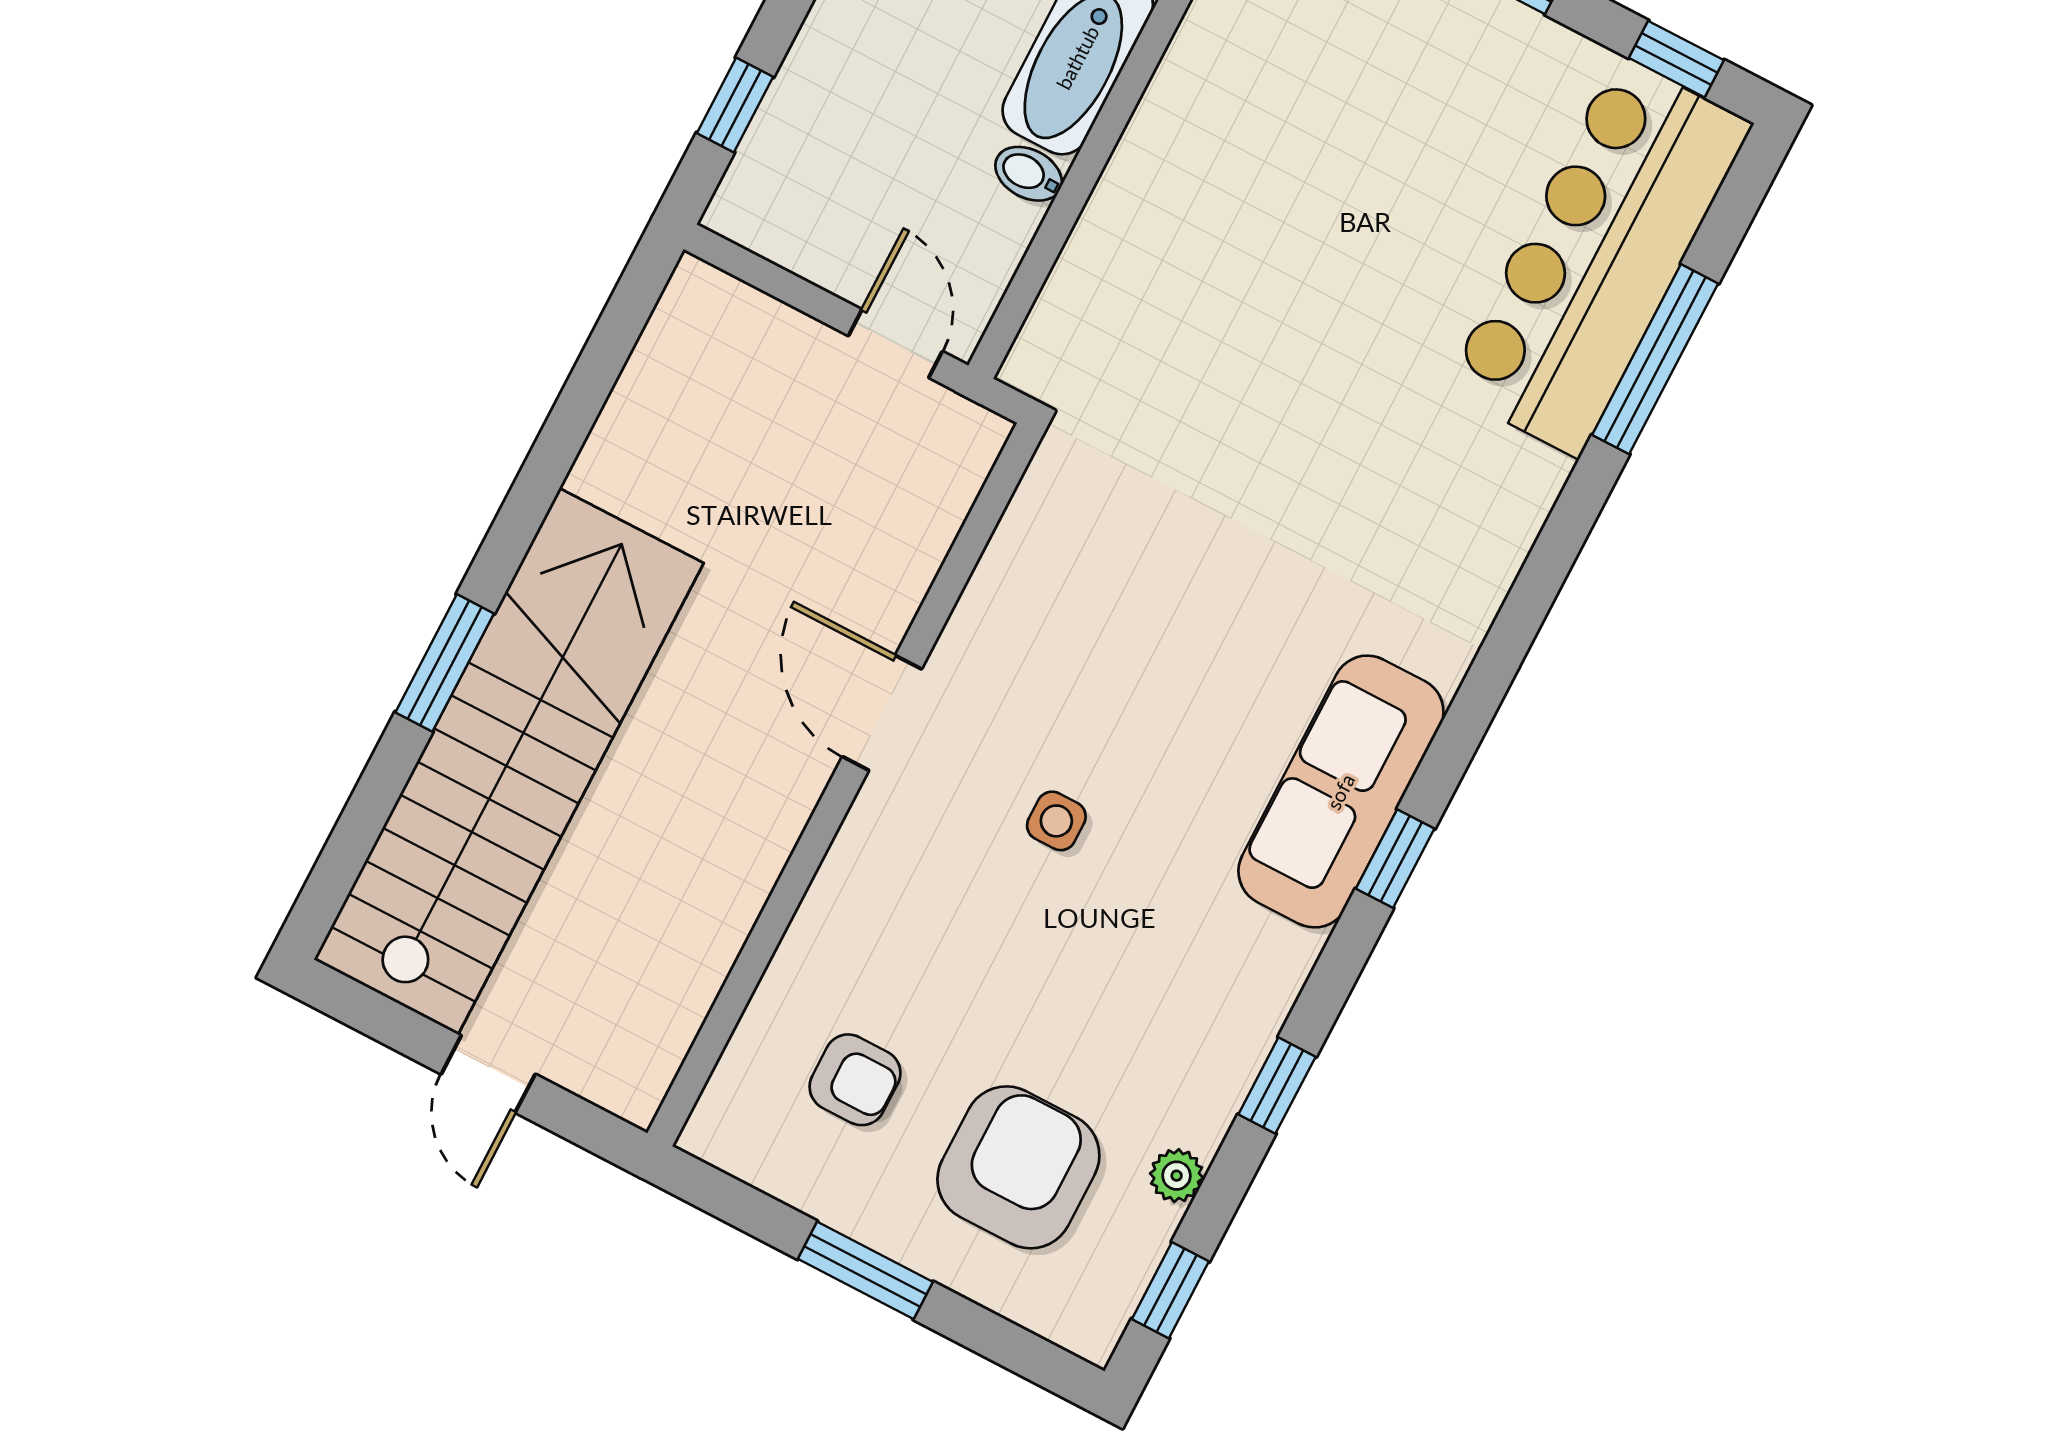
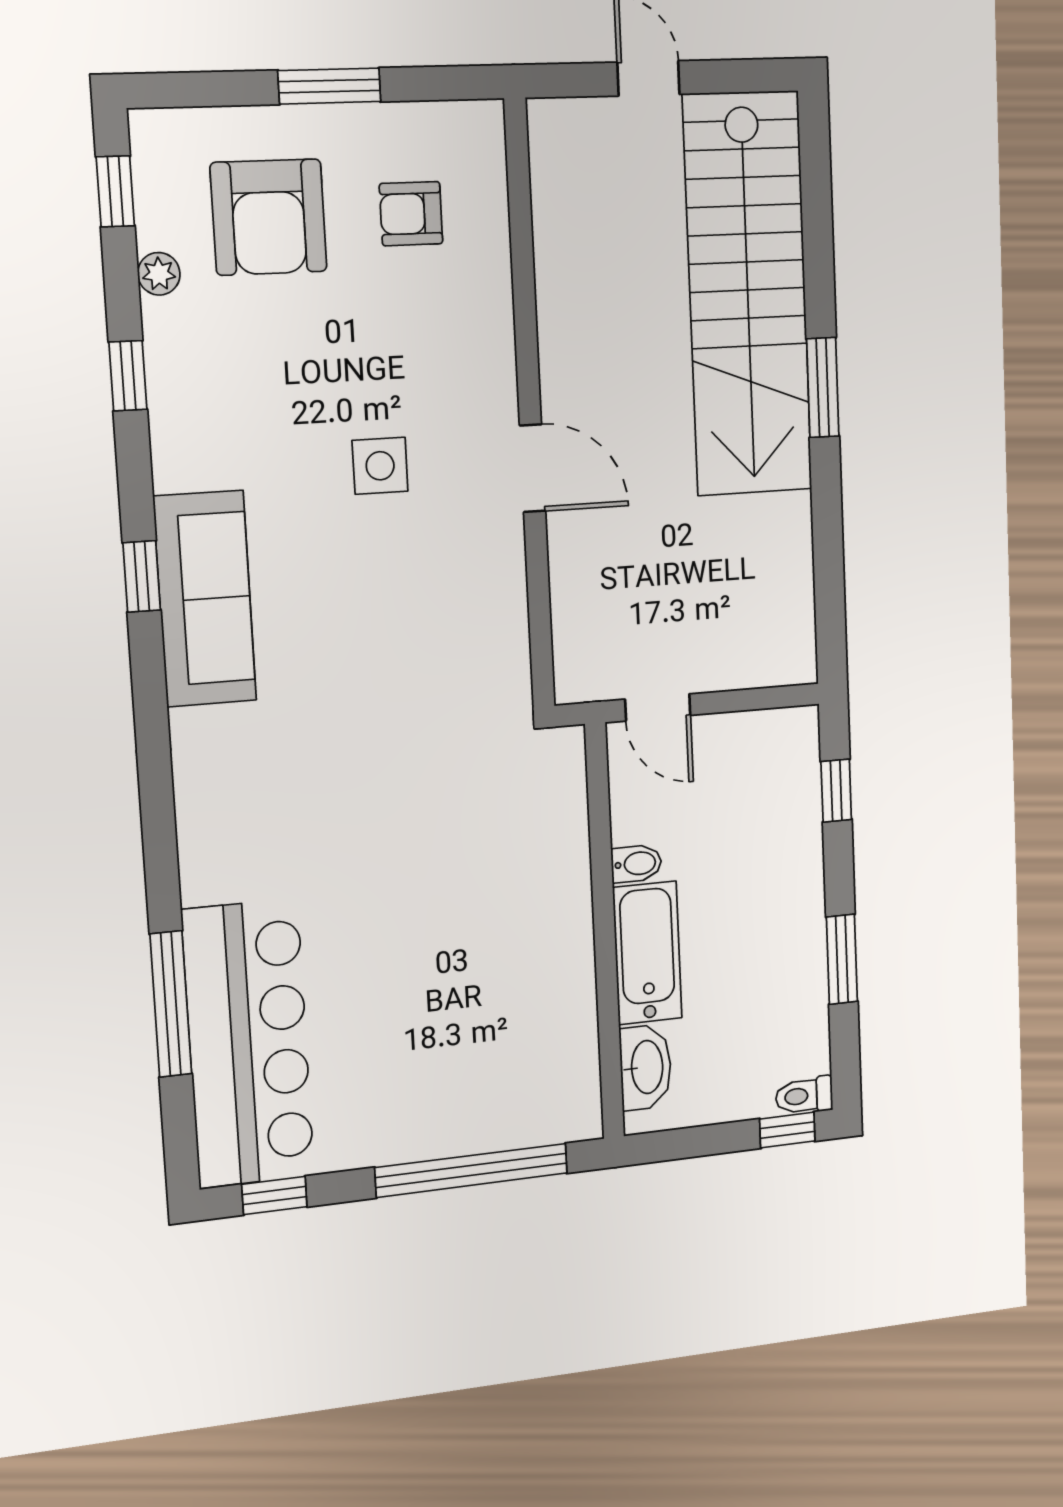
window: (445, 663) -> (823, 388), moved
side table: (1056, 821) -> (380, 466), width x1.37, depth x1.37

